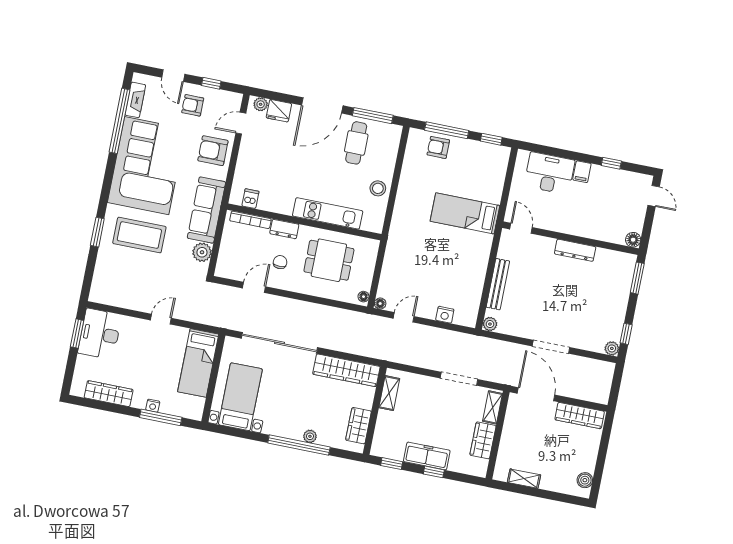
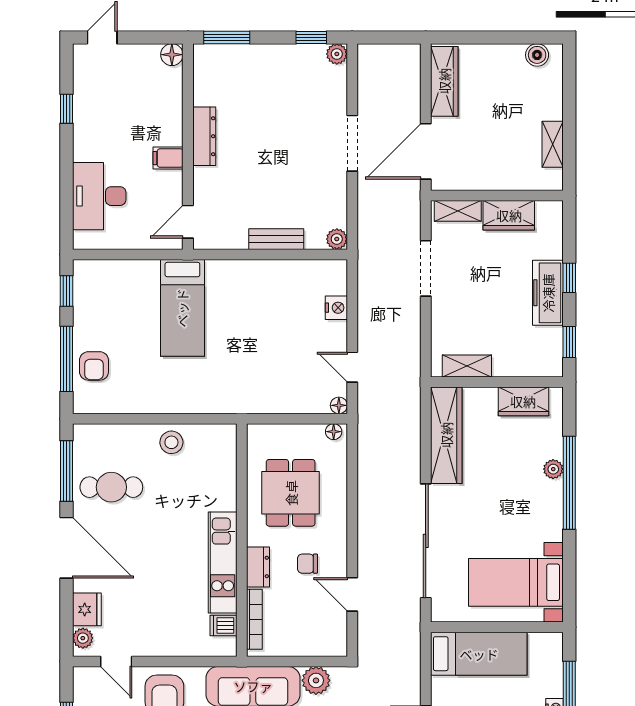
filing cabinet: (582, 172) -> (168, 158), moved, turned 180
kitchen unit: (328, 213) -> (223, 562), moved
bench: (498, 284) -> (276, 239), width x0.73

